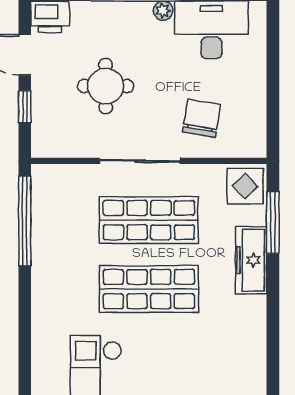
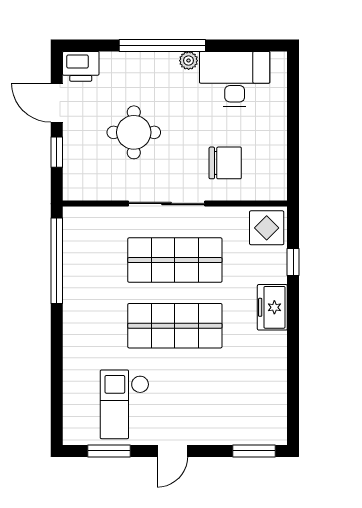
chair: (202, 118) -> (225, 163), turned 80
window: (273, 222) -> (293, 262), width x0.46
freezer: (251, 260) -> (272, 307), width x0.71

